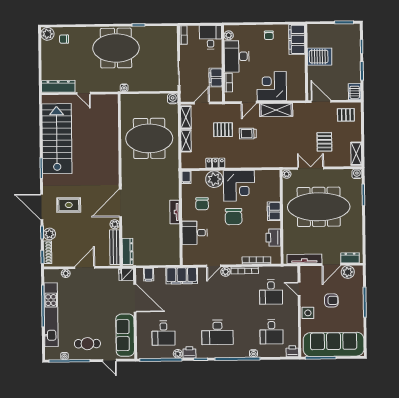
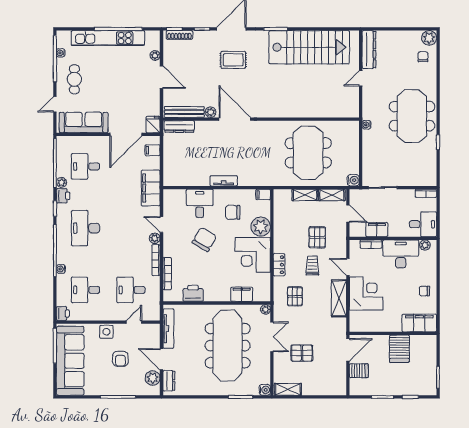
server rack: (355, 92) -> (359, 371), moved
pallet: (346, 115) -> (295, 296), moved
locker: (215, 163) -> (279, 265), moved
rug: (69, 205) -> (233, 60), turned 90
filing cabinet: (274, 211) -> (242, 294), moved
chair: (234, 217) -> (204, 239), moved, turned 120
plant: (49, 234) -> (200, 37), removed

